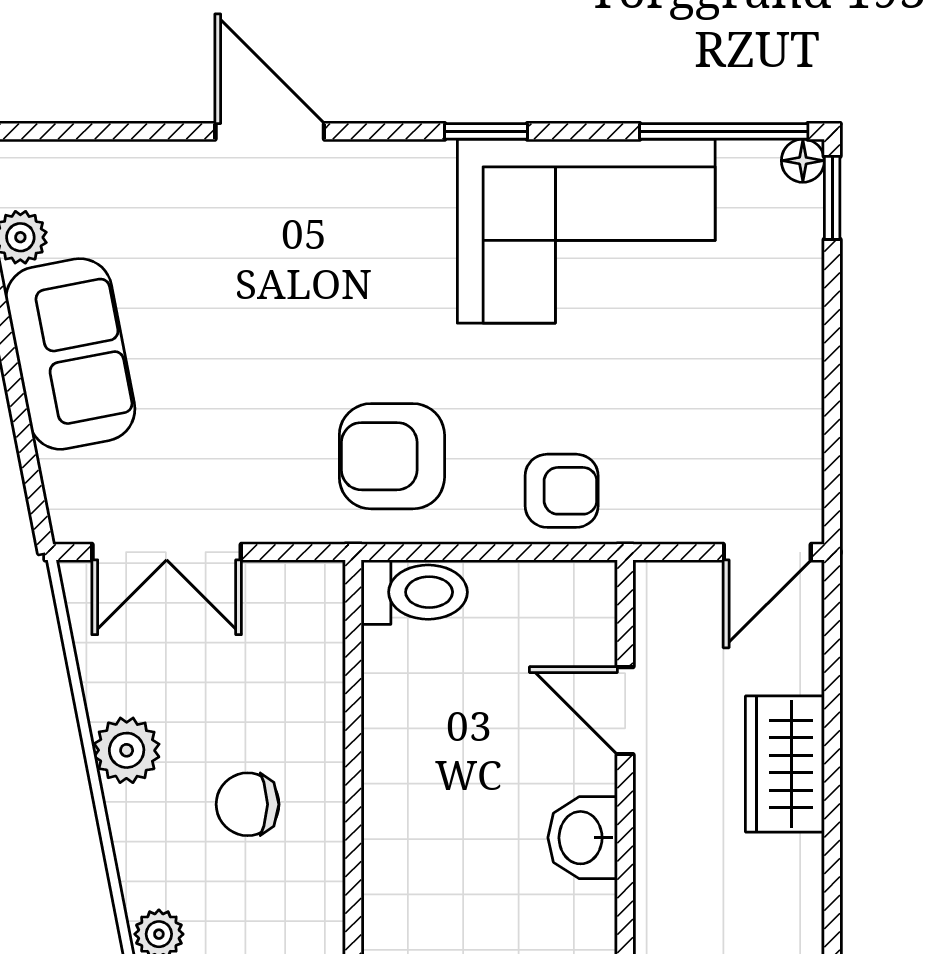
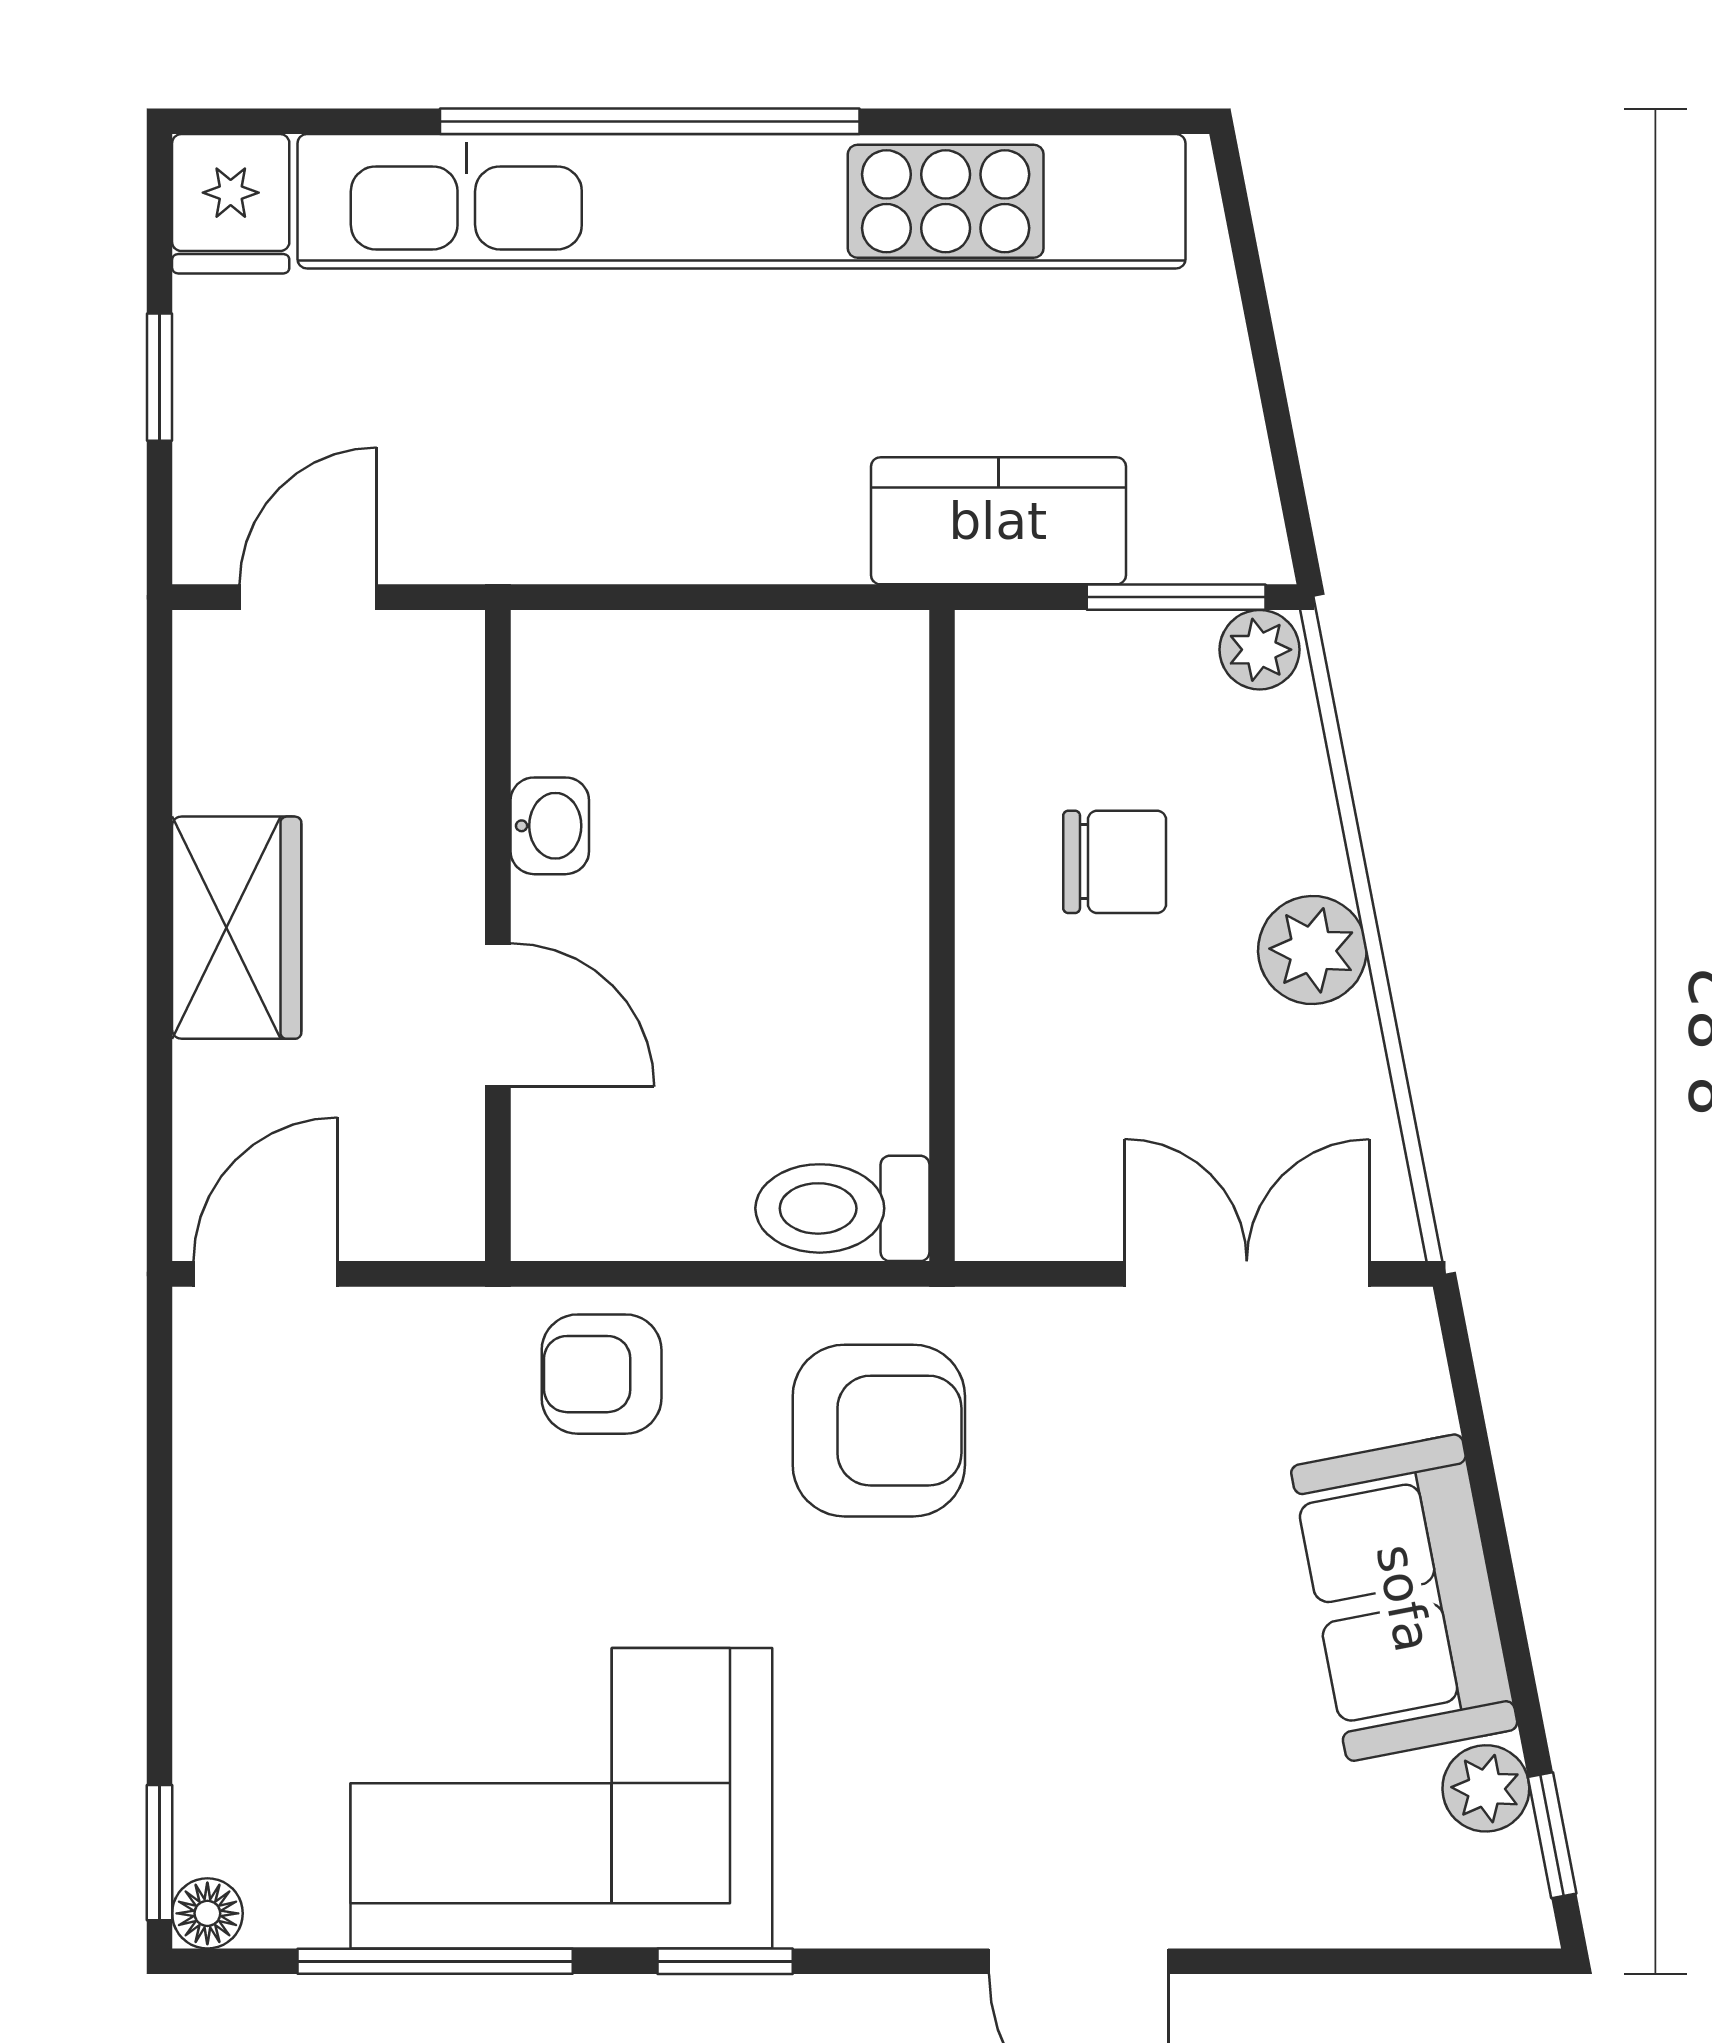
window: (724, 131) -> (435, 1961), moved
washbasin: (583, 838) -> (550, 826), width x0.72, depth x0.69

